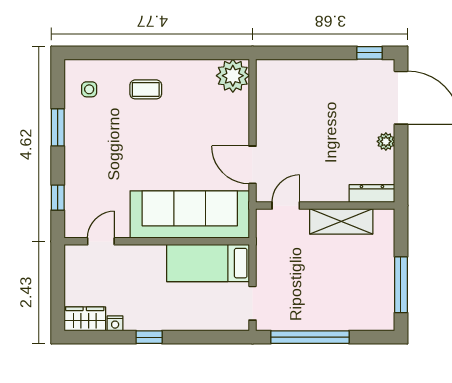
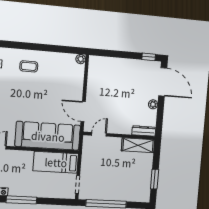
plant: (233, 76) -> (81, 59), width x0.53, depth x0.53
shelving: (341, 221) -> (138, 145), moved
window: (401, 285) -> (155, 179), width x0.69
window: (149, 337) -> (21, 200), width x2.17

